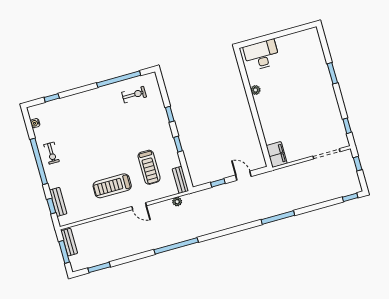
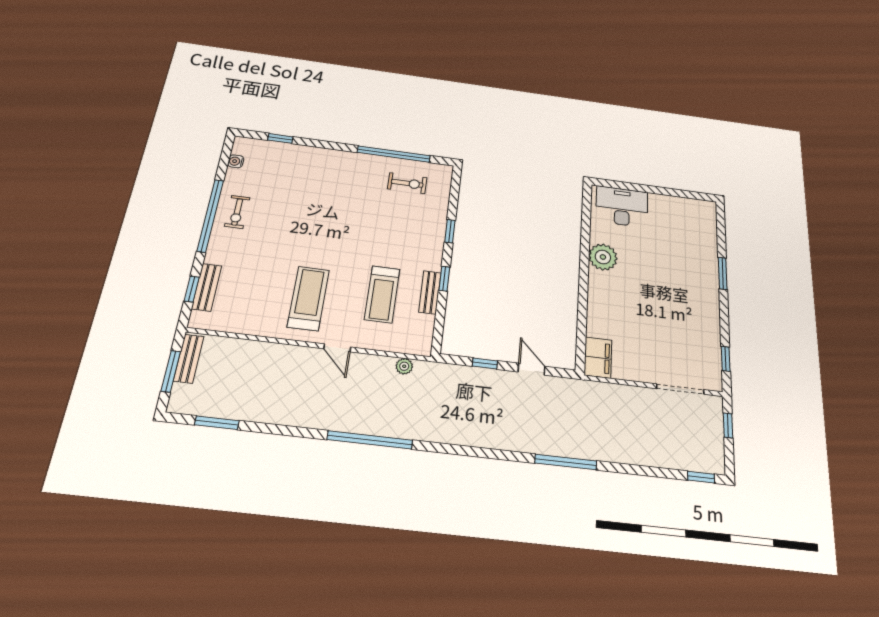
plant: (256, 90) -> (603, 257), width x1.87, depth x1.87
bench: (180, 180) -> (430, 292), moved
treadmill: (112, 186) -> (308, 298), turned 90

